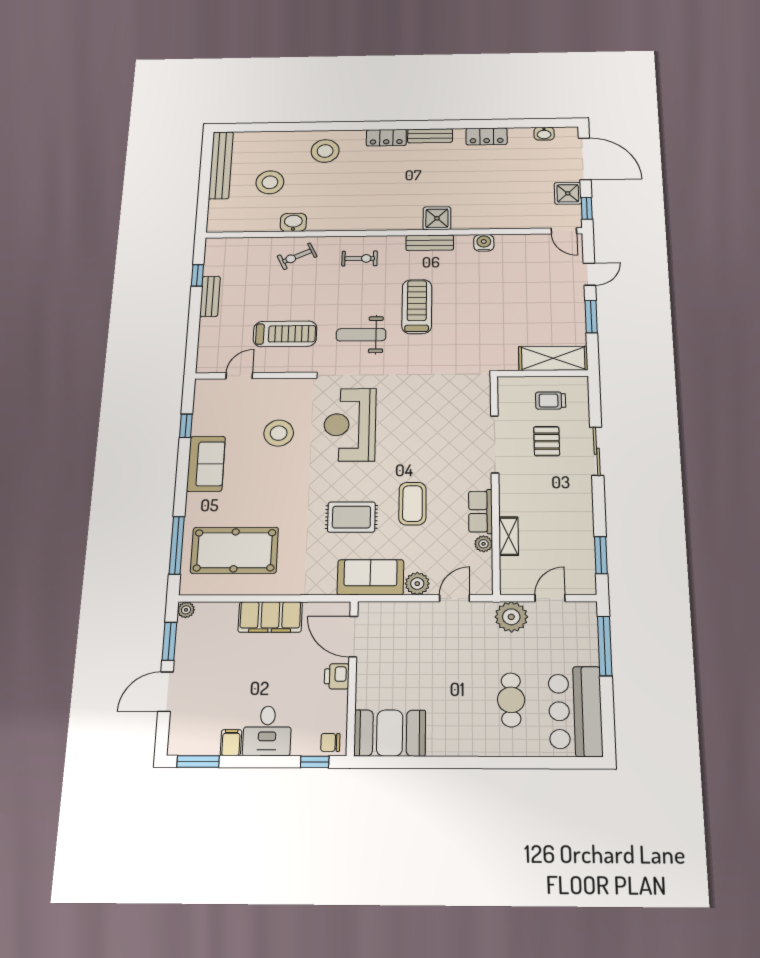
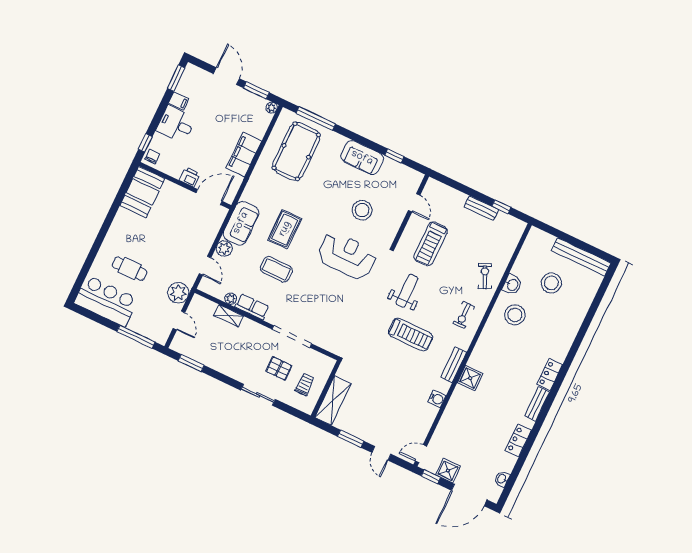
stool: (325, 151) -> (515, 315), moved

